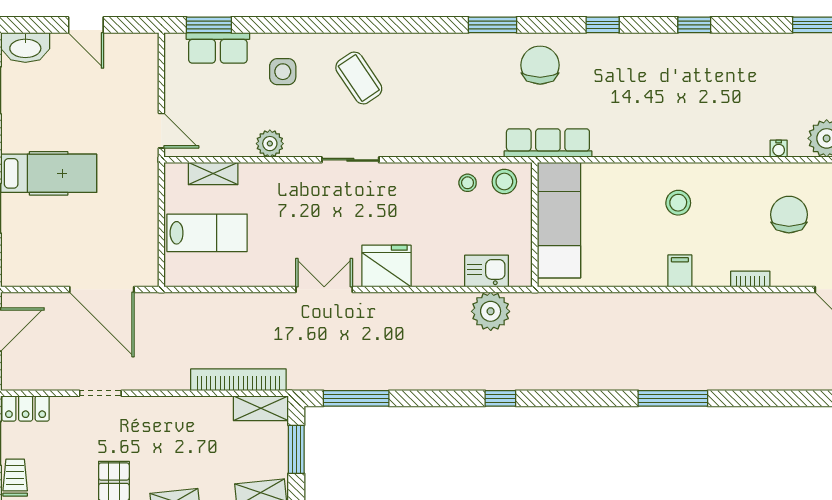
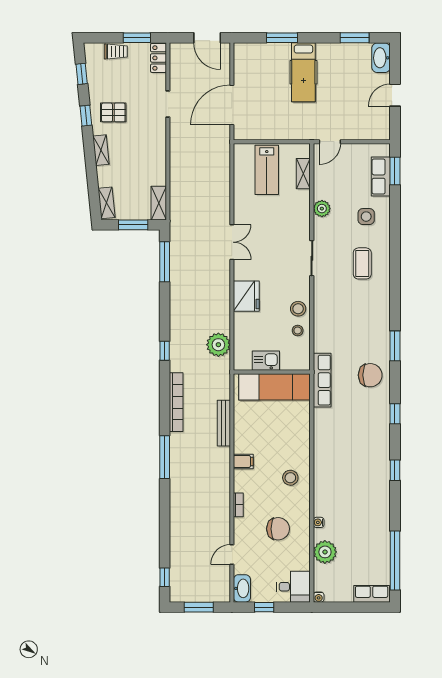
coffee table: (359, 78) -> (362, 263), turned -56
stool: (504, 182) -> (298, 309), moved
stool: (678, 203) -> (290, 478), moved
fridge: (386, 266) -> (246, 296), moved
kitchen sink: (487, 271) -> (266, 361), moved, turned -90
bench: (618, 302) -> (224, 423), added
bookcase: (238, 380) -> (176, 402), moved

